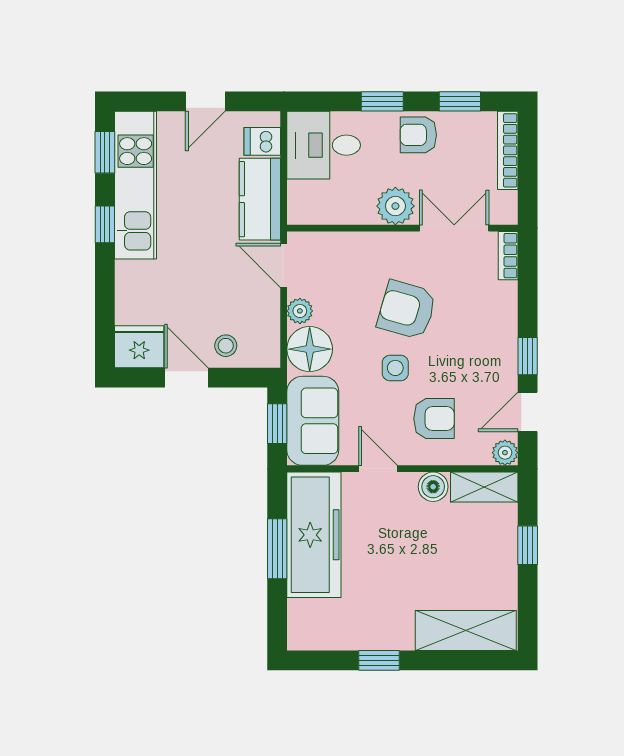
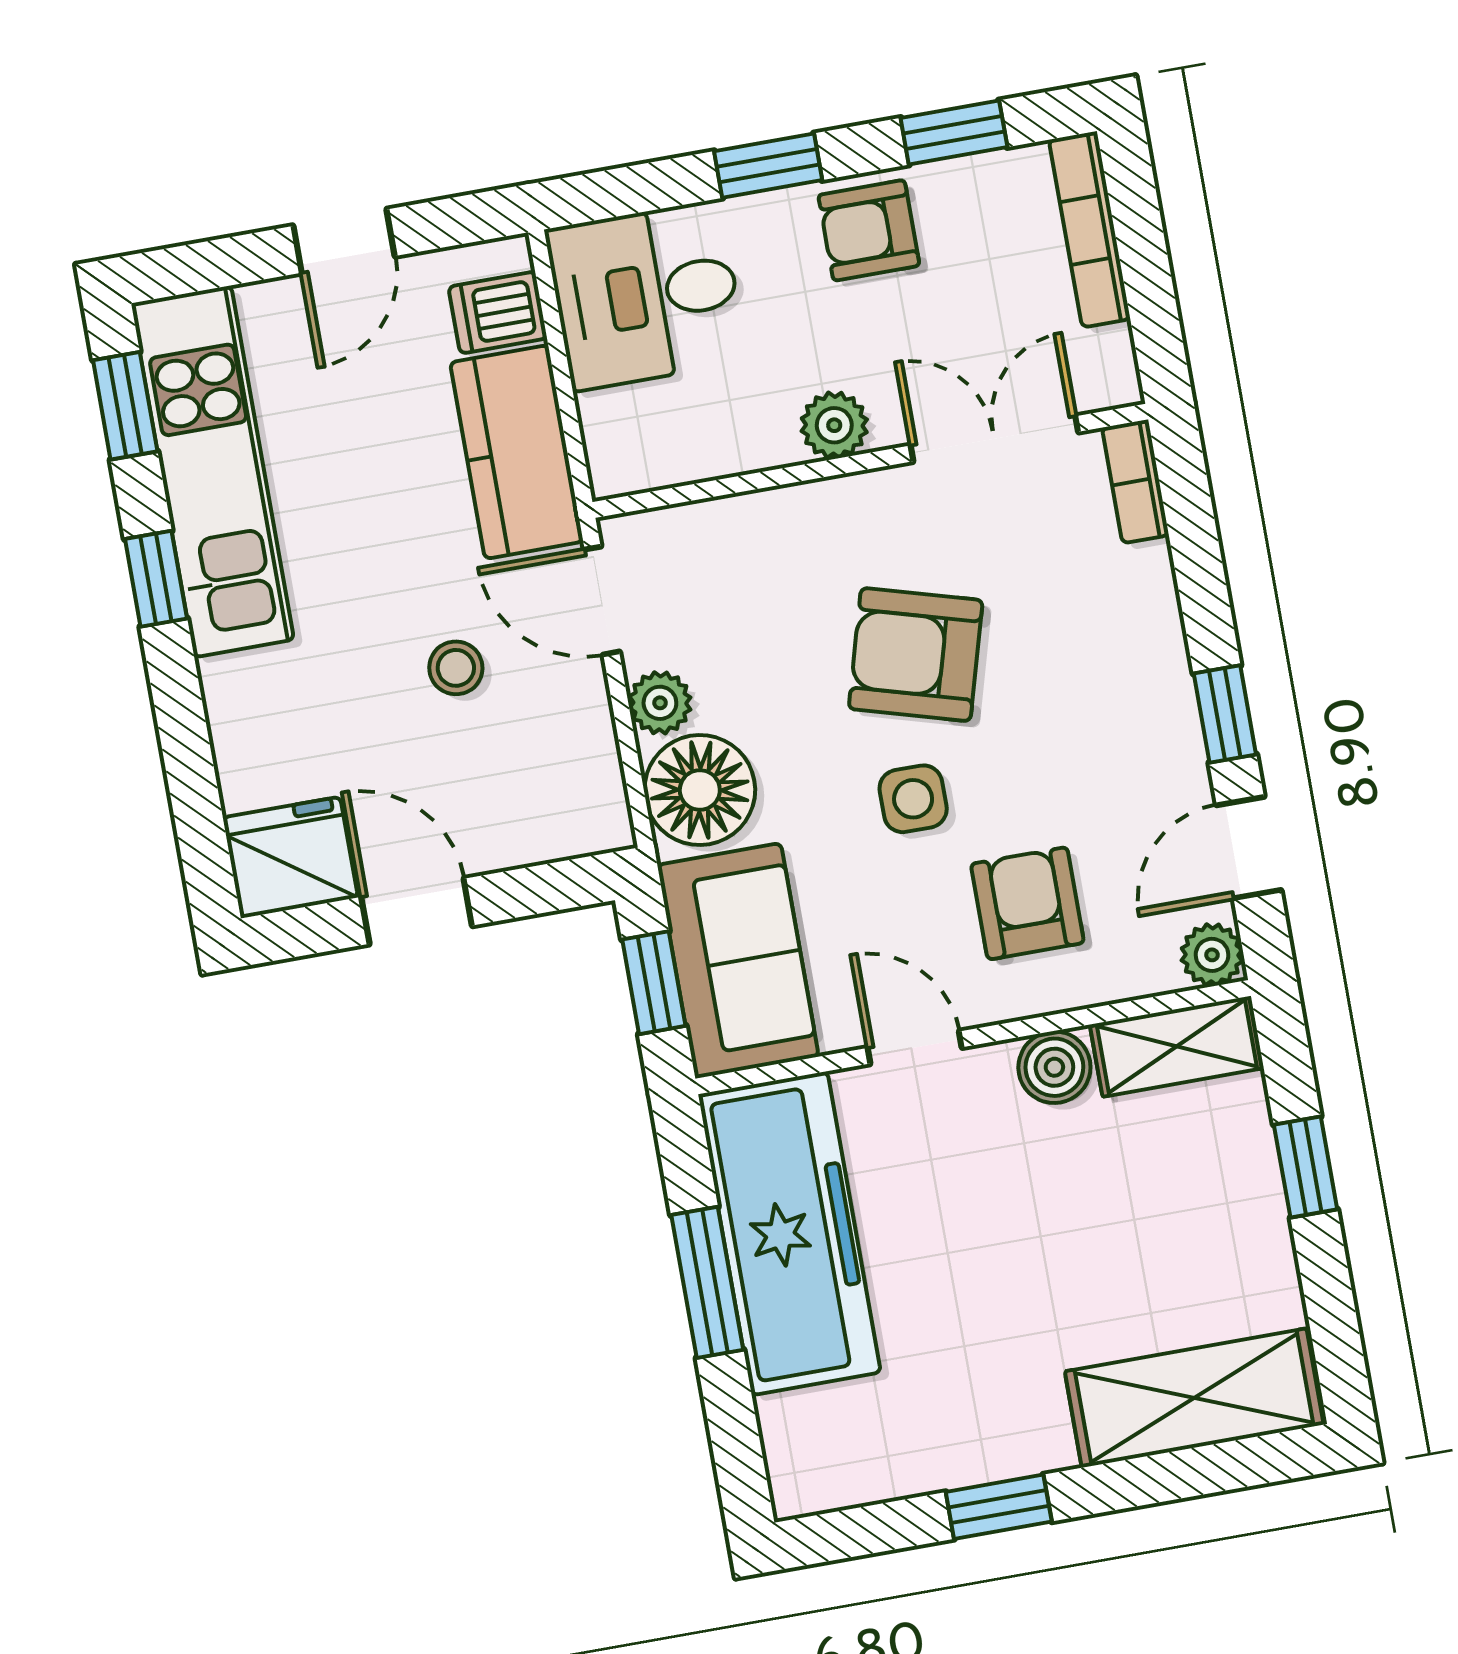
plant: (395, 206) -> (834, 425), width x0.73, depth x0.73
stool: (226, 346) -> (456, 668), moved
armchair: (434, 419) -> (1027, 903), turned -90

